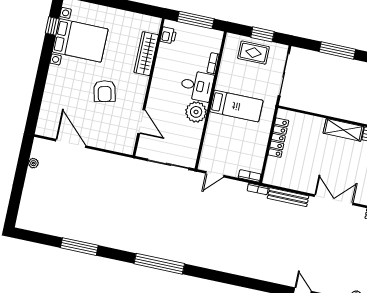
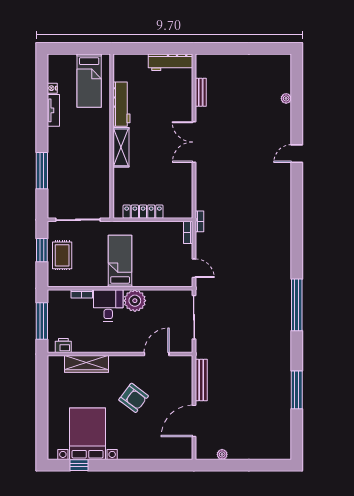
armchair: (105, 91) -> (134, 398), turned 50
bench: (288, 197) -> (201, 380), moved

